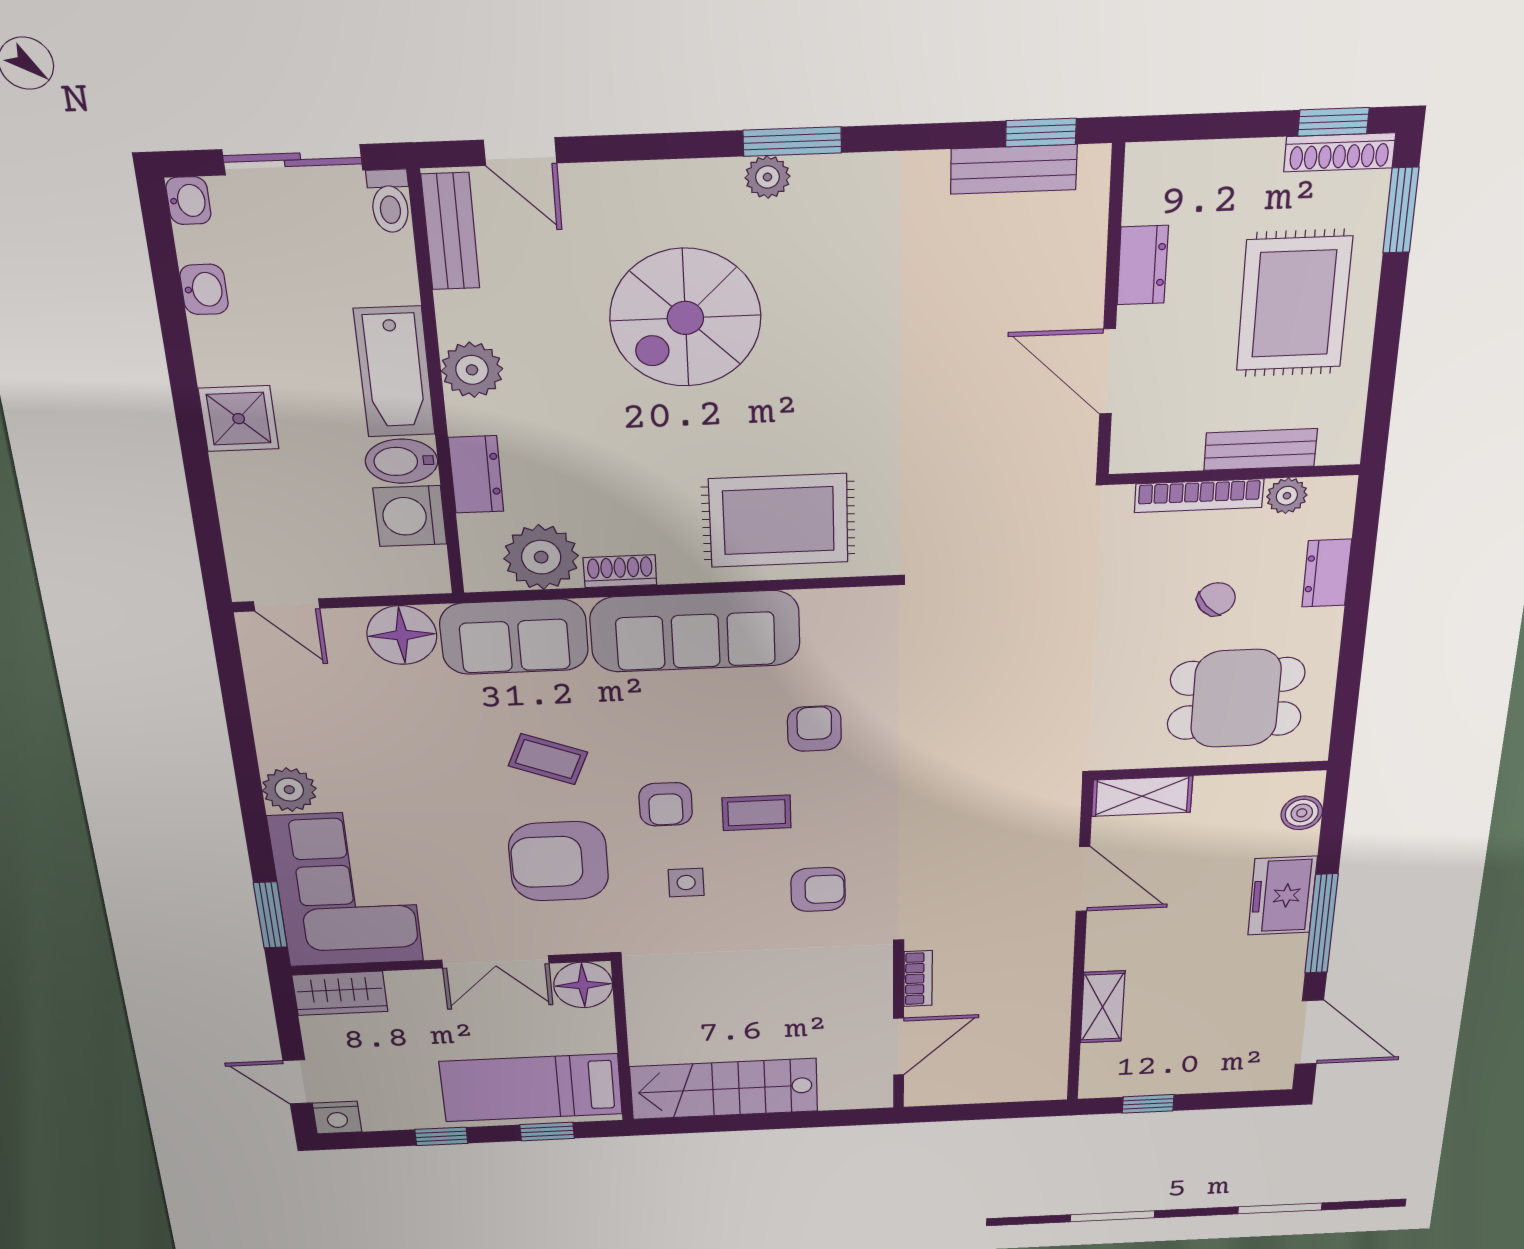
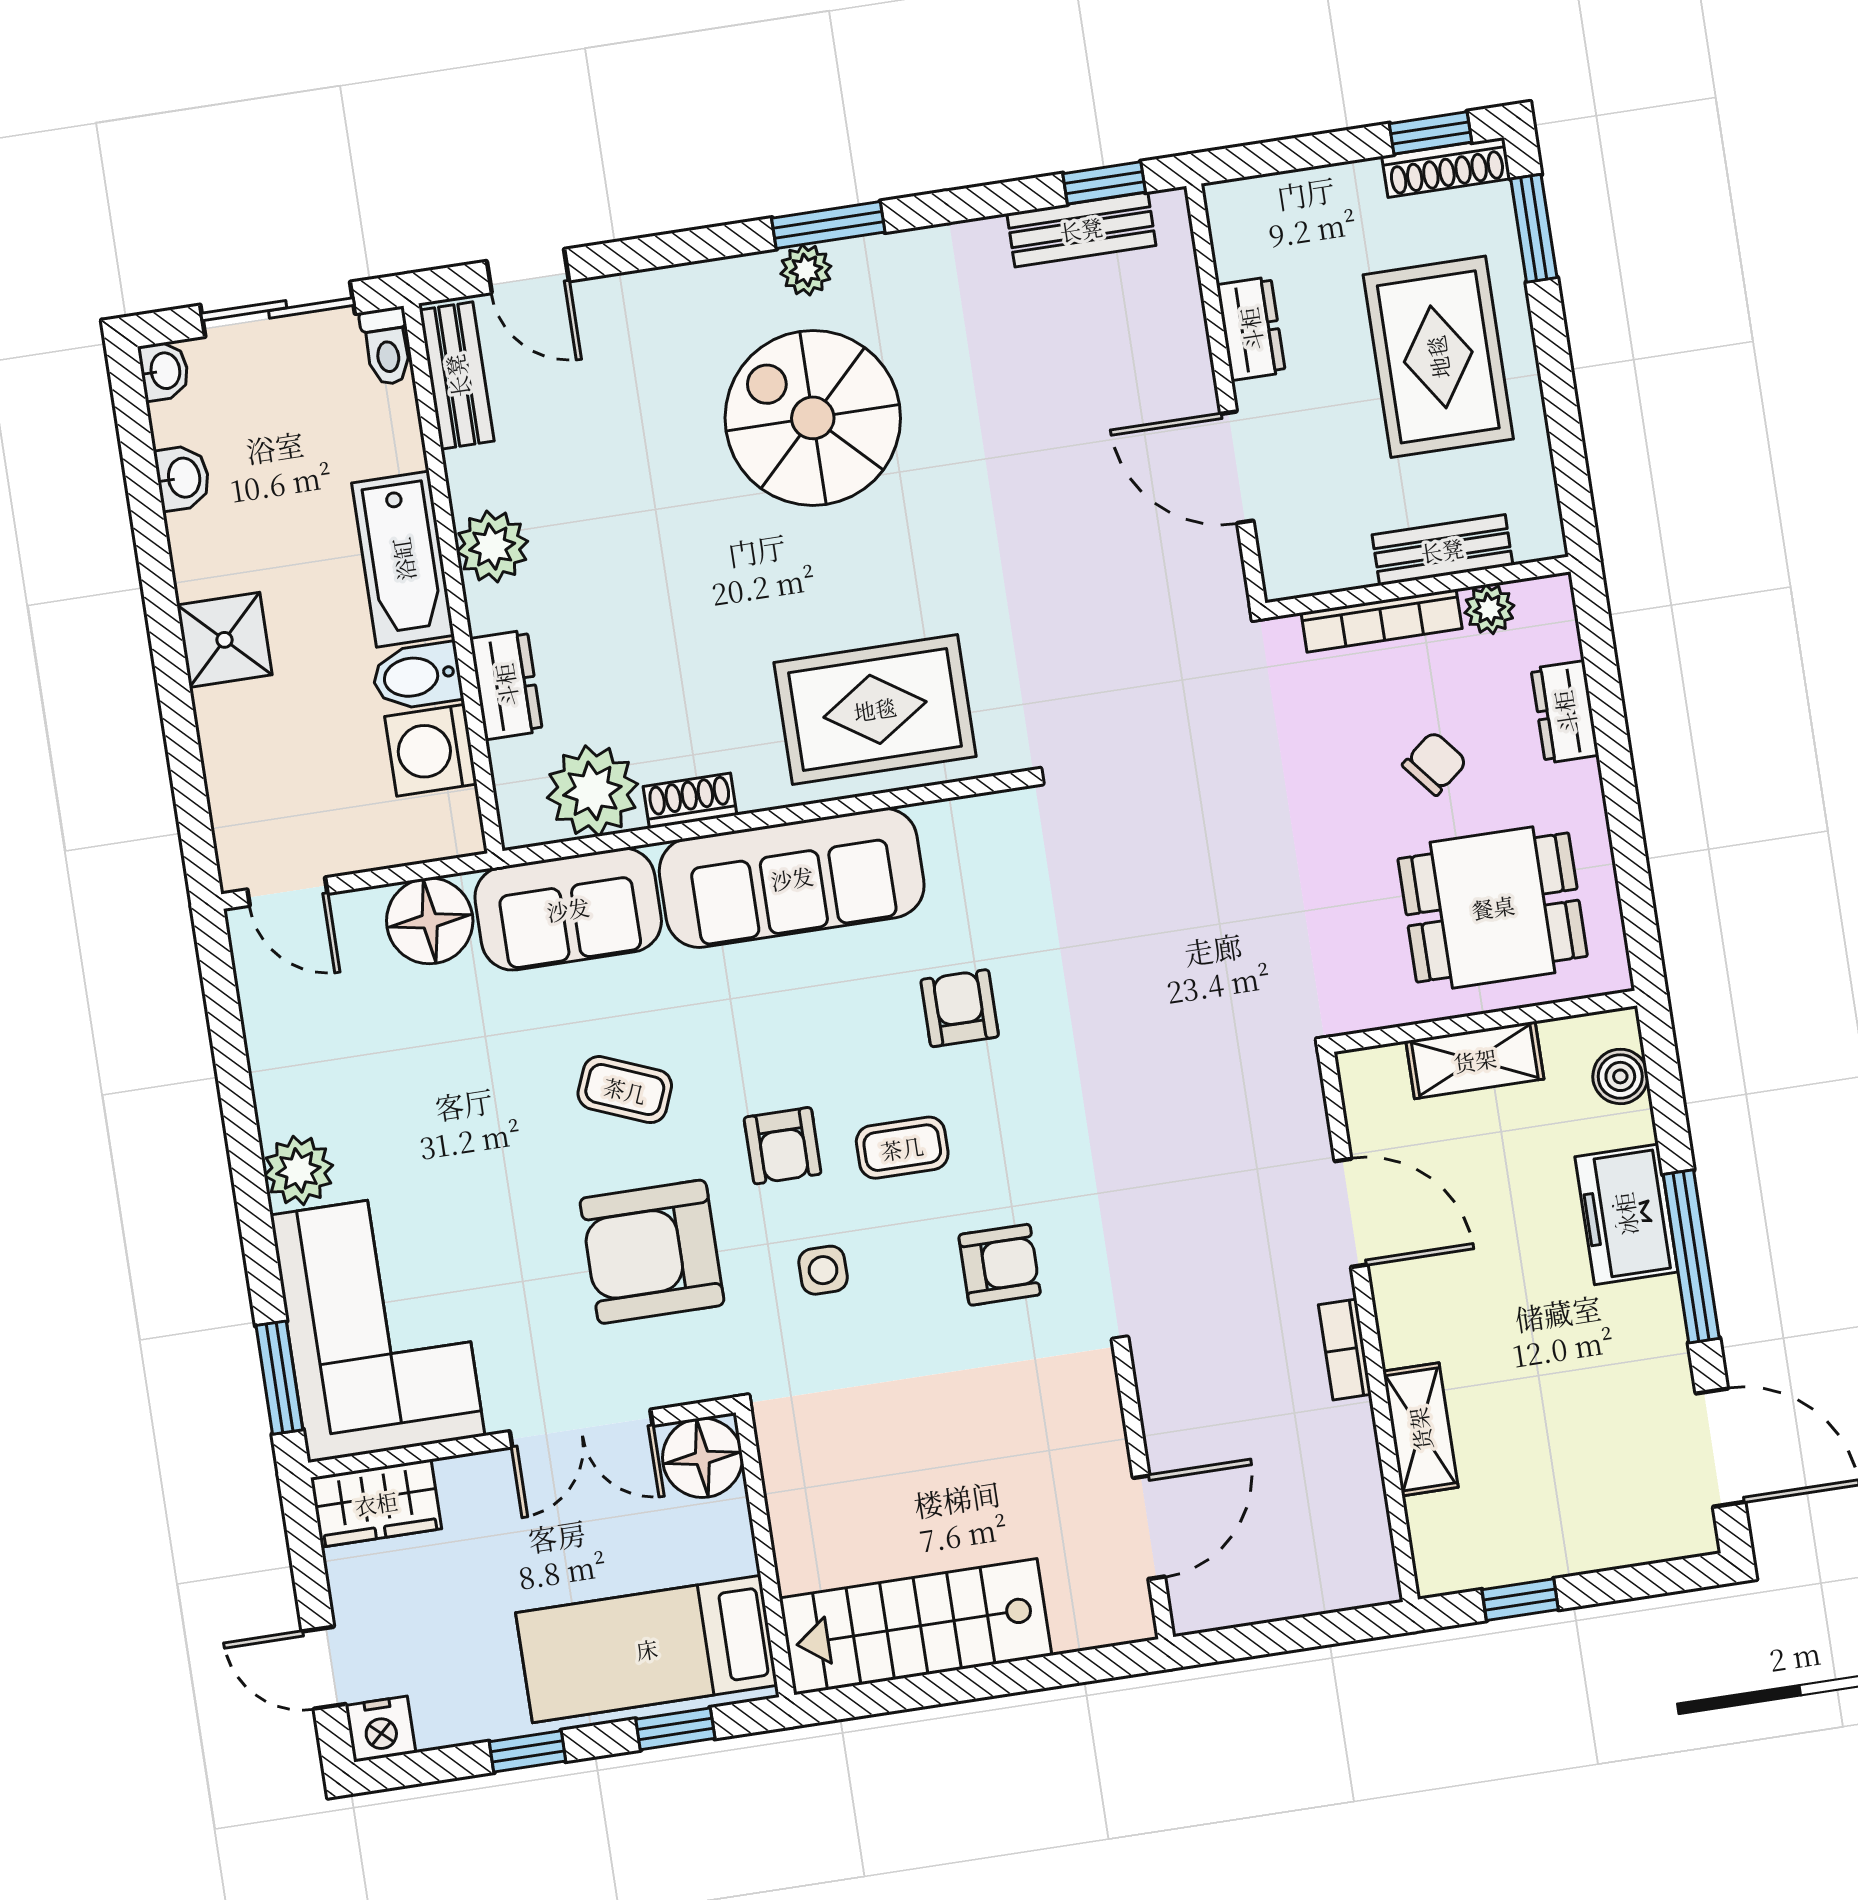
spiral stairs: (685, 318) -> (813, 418), moved, turned 90
shelving: (1142, 796) -> (1475, 1060), moved
bookcase: (918, 979) -> (1345, 1350), moved, turned 180

